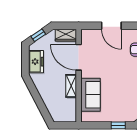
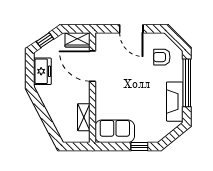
shelving: (71, 86) -> (84, 117), moved
sofa: (90, 95) -> (115, 131), moved, turned -90

